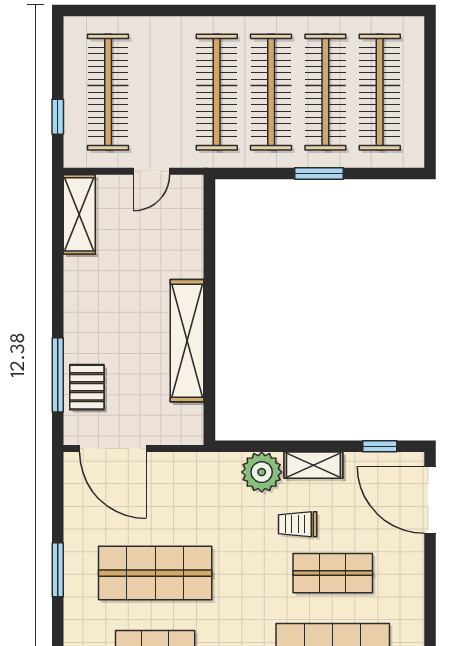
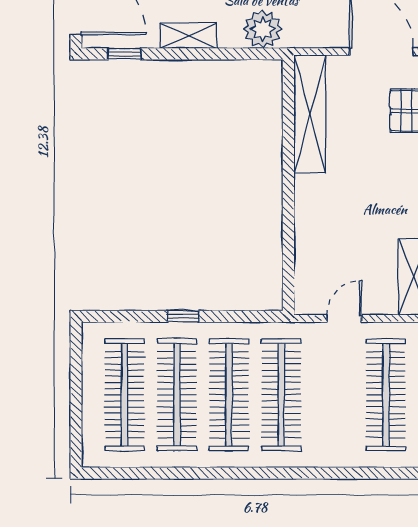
window: (319, 174) -> (183, 316), width x0.67
shelving: (187, 341) -> (310, 114), moved
plant: (262, 472) -> (263, 29), moved

